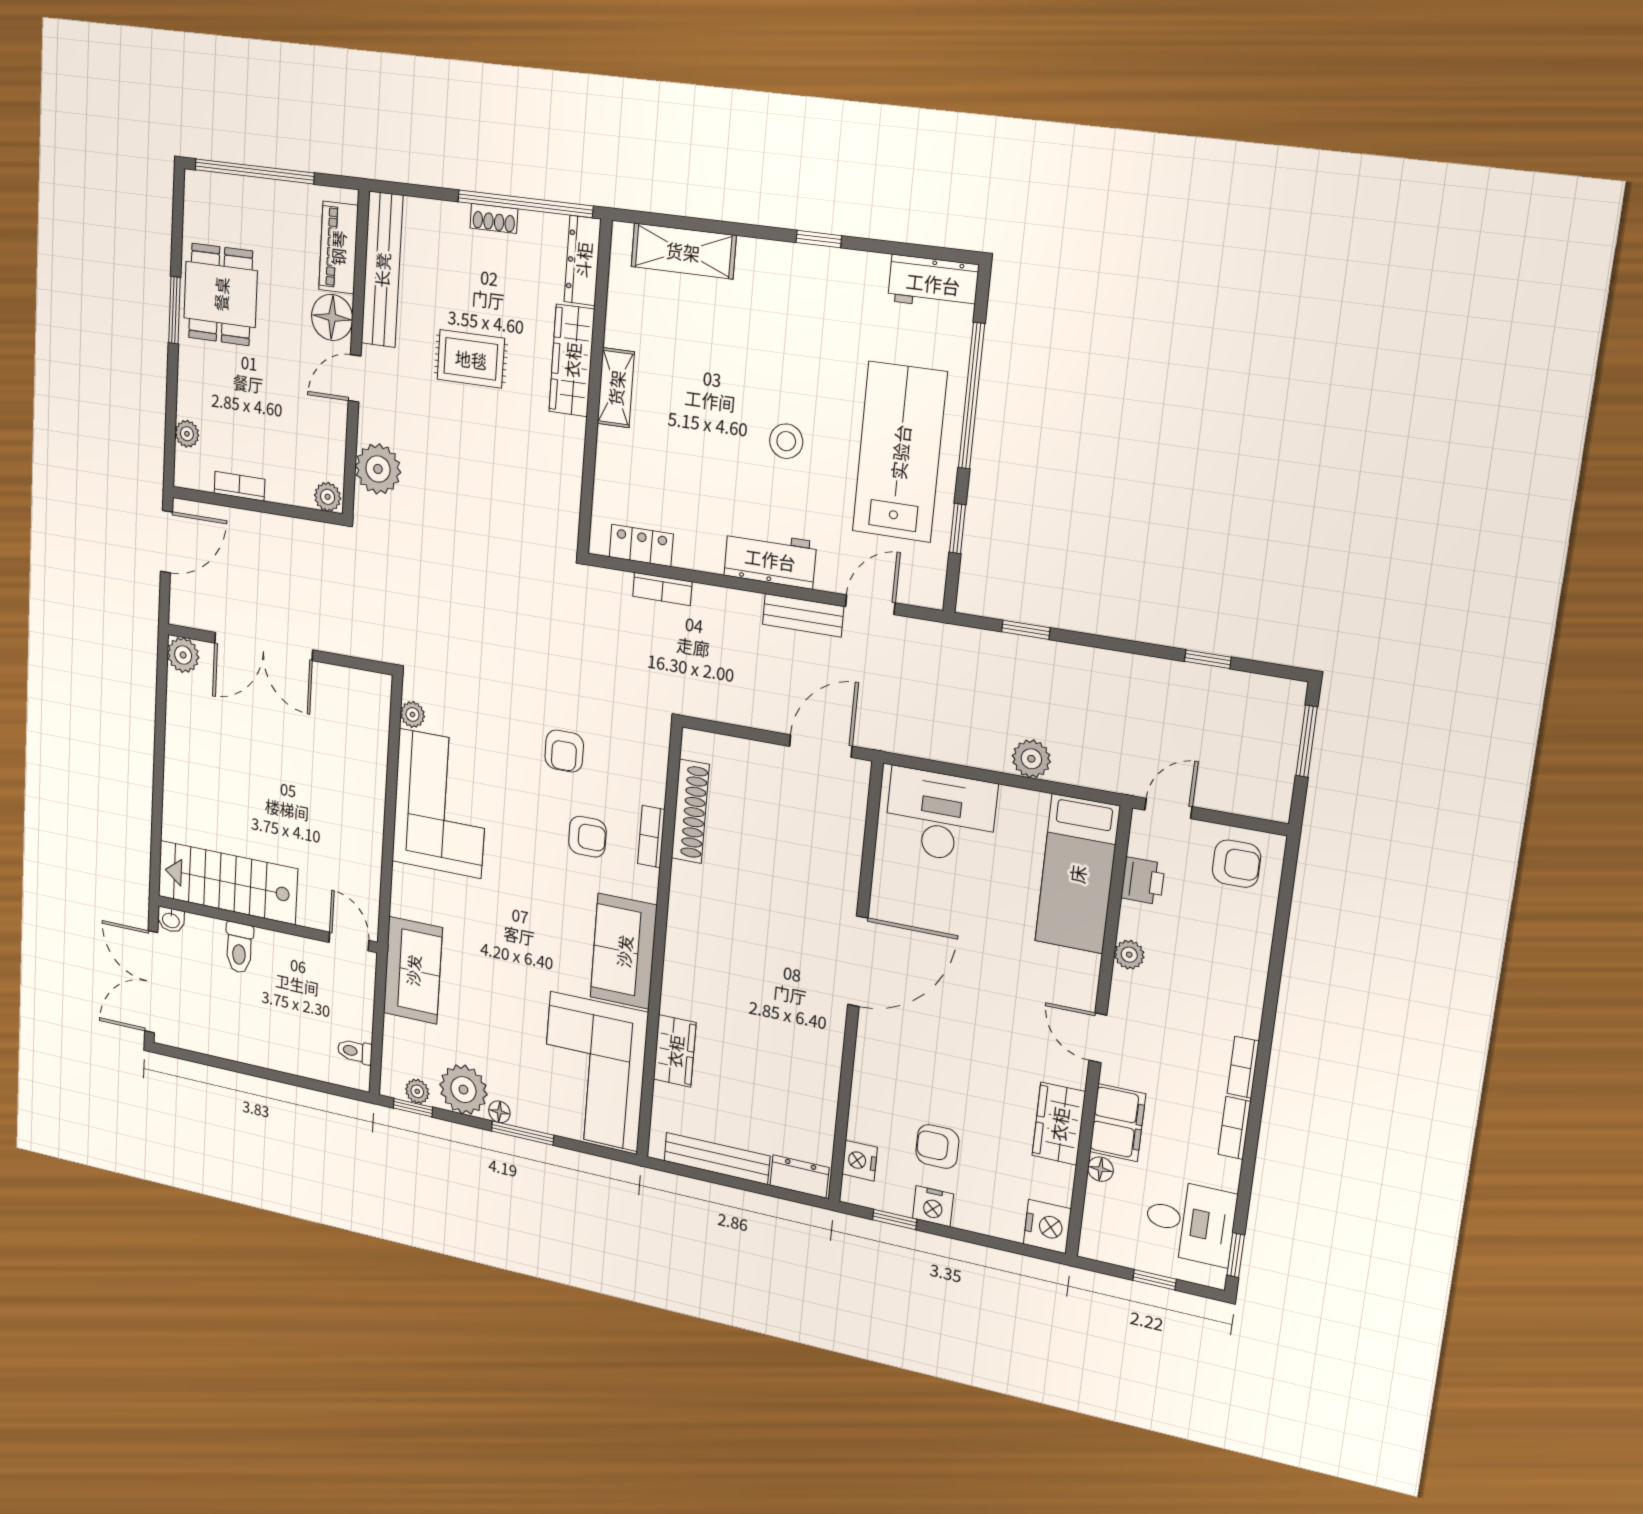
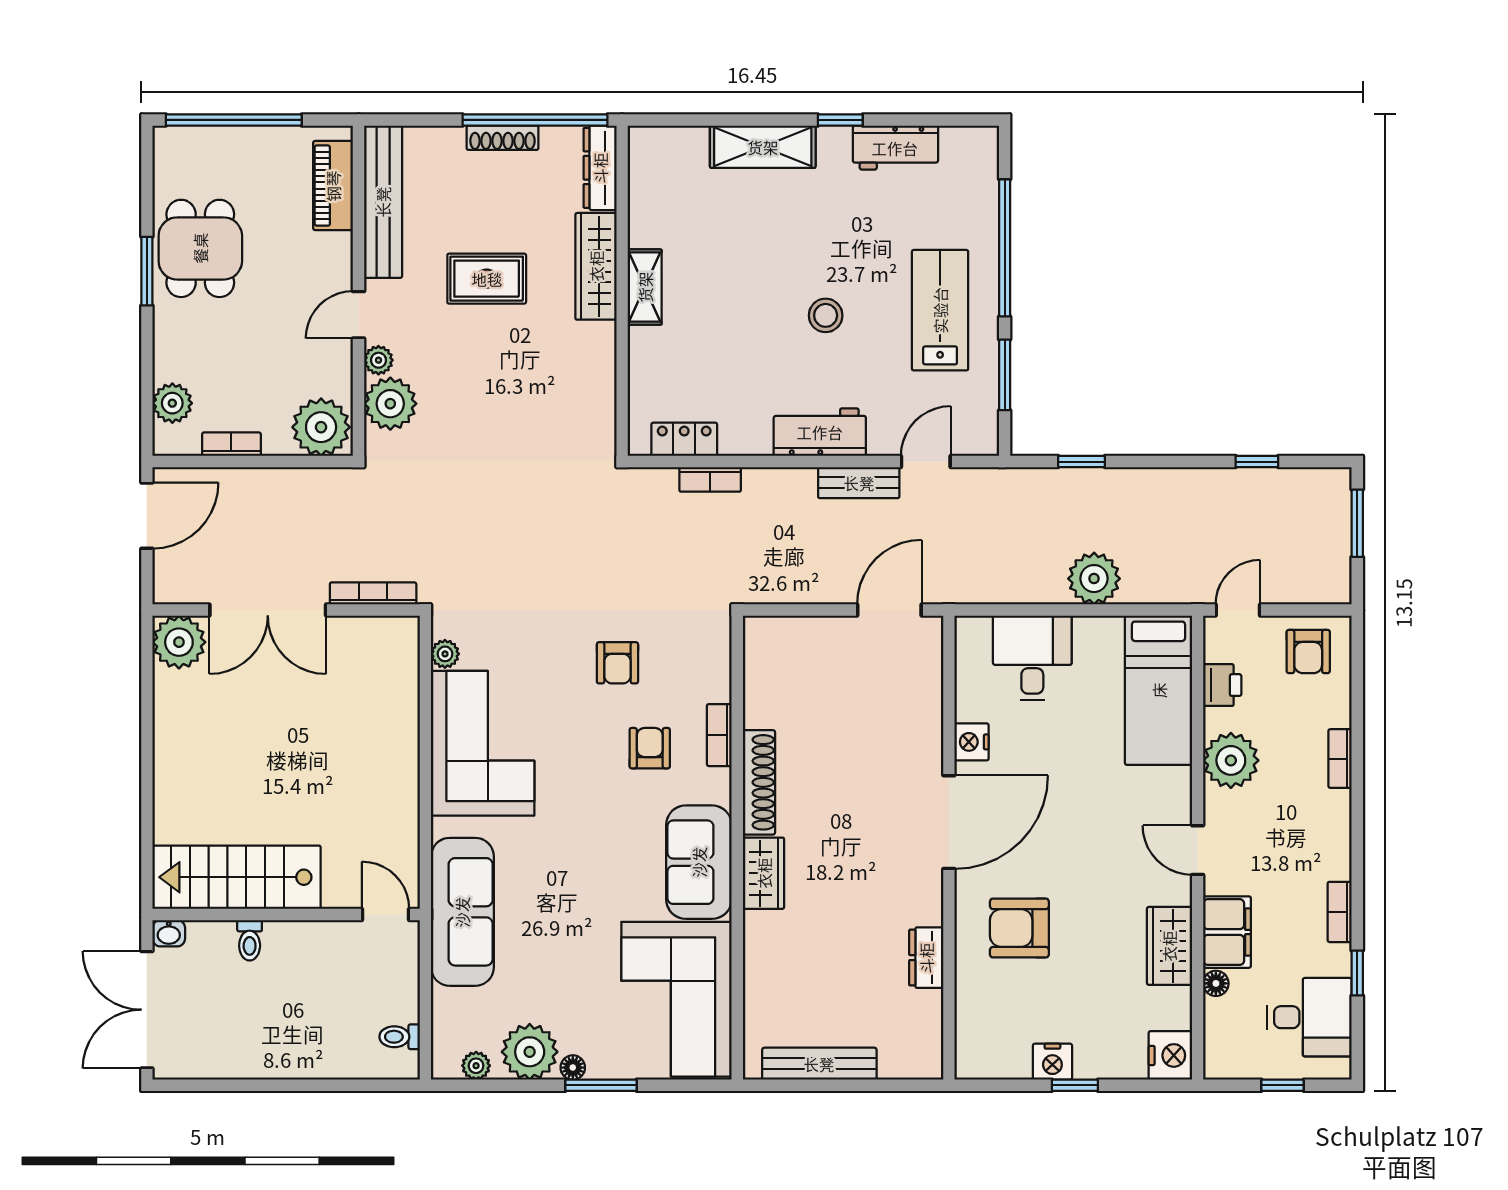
shoe rack: (494, 218) -> (503, 138), width x1.43
shelving: (683, 251) -> (763, 147), moved
workbench: (933, 283) -> (895, 148), moved
floor lamp: (332, 317) -> (330, 256), removed
plant: (370, 425) -> (378, 360), added
plant: (187, 434) -> (172, 403), width x1.38, depth x1.38
lab bench: (900, 452) -> (940, 310), width x0.73, depth x0.72
plant: (328, 497) -> (321, 427), width x1.87, depth x1.87
window: (958, 529) -> (1005, 375), width x1.50
bookcase: (354, 647) -> (373, 593), added
plant: (183, 655) -> (179, 642), width x1.36, depth x1.36
plant: (1031, 759) -> (1094, 579), width x1.36, depth x1.36
shoe rack: (690, 811) -> (759, 782), moved
desk: (941, 816) -> (1032, 658), width x0.73
armchair: (587, 837) -> (650, 748), turned -90
armchair: (1236, 864) -> (1308, 651), turned 90
toilet: (239, 948) -> (250, 940), width x0.73, depth x0.72
plant: (1129, 955) -> (1231, 760), width x1.88, depth x1.88
sofa: (413, 970) -> (462, 912), width x1.36
wardrobe: (675, 1051) -> (764, 873), moved
bookcase: (1243, 1067) -> (1340, 759), moved
window: (413, 1108) -> (472, 1085), removed
armchair: (937, 1146) -> (1019, 928), moved, width x1.38, depth x1.38
nightstand: (860, 1161) -> (972, 742), moved
dresser: (799, 1176) -> (926, 958), moved, turned -90
window: (895, 1219) -> (1075, 1085), moved
window: (1236, 1255) -> (1357, 973), moved

